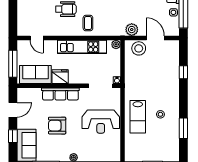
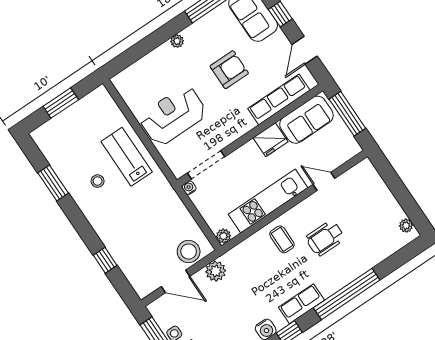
door: (37, 38) -> (324, 181), moved
row of seats: (60, 94) -> (279, 99), moved

